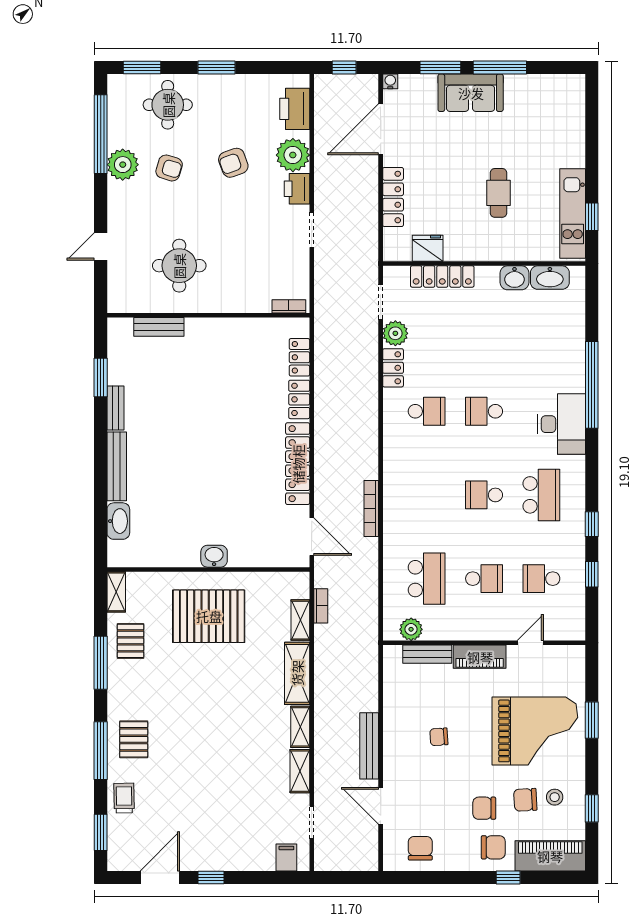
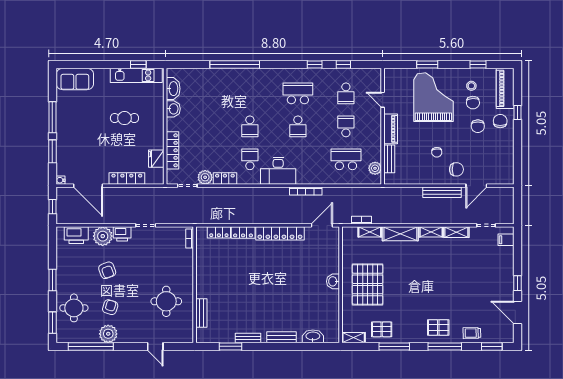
sofa: (471, 93) -> (75, 79), moved, turned 90
desk: (561, 424) -> (278, 171), moved, turned 180
bench: (117, 466) -> (282, 337), width x0.73
chair: (420, 848) -> (456, 169), moved, turned 180

